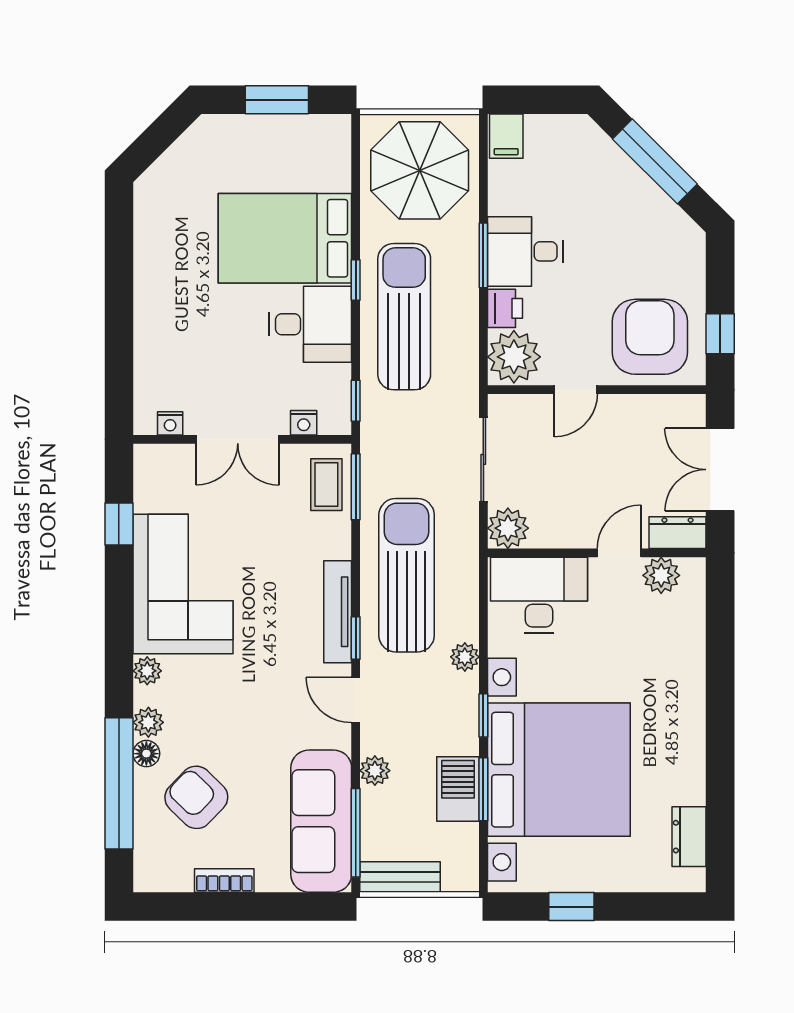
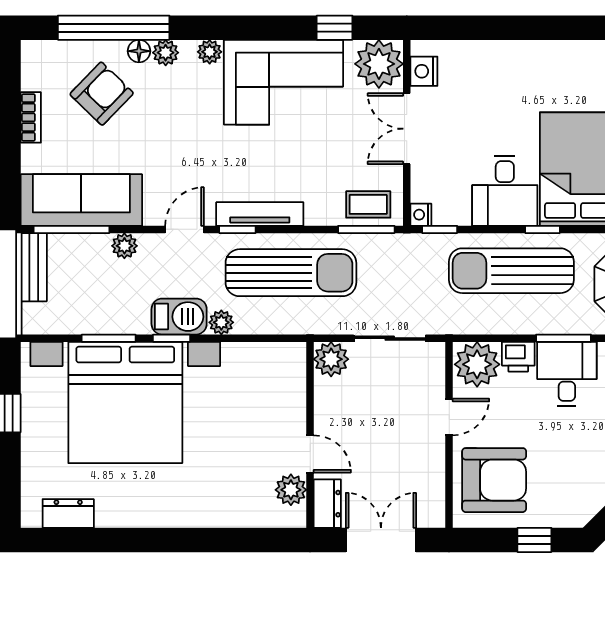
sun lounger: (404, 317) -> (511, 271), turned 180
window: (720, 334) -> (534, 540), moved
door: (576, 390) -> (449, 417), swing flipped
nightstand: (170, 423) -> (424, 71), width x1.39, depth x1.35
nightstand: (304, 423) -> (421, 215), moved
plant: (161, 472) -> (379, 64), added
desk: (539, 595) -> (274, 386), removed
barbecue: (458, 789) -> (179, 317), moved

